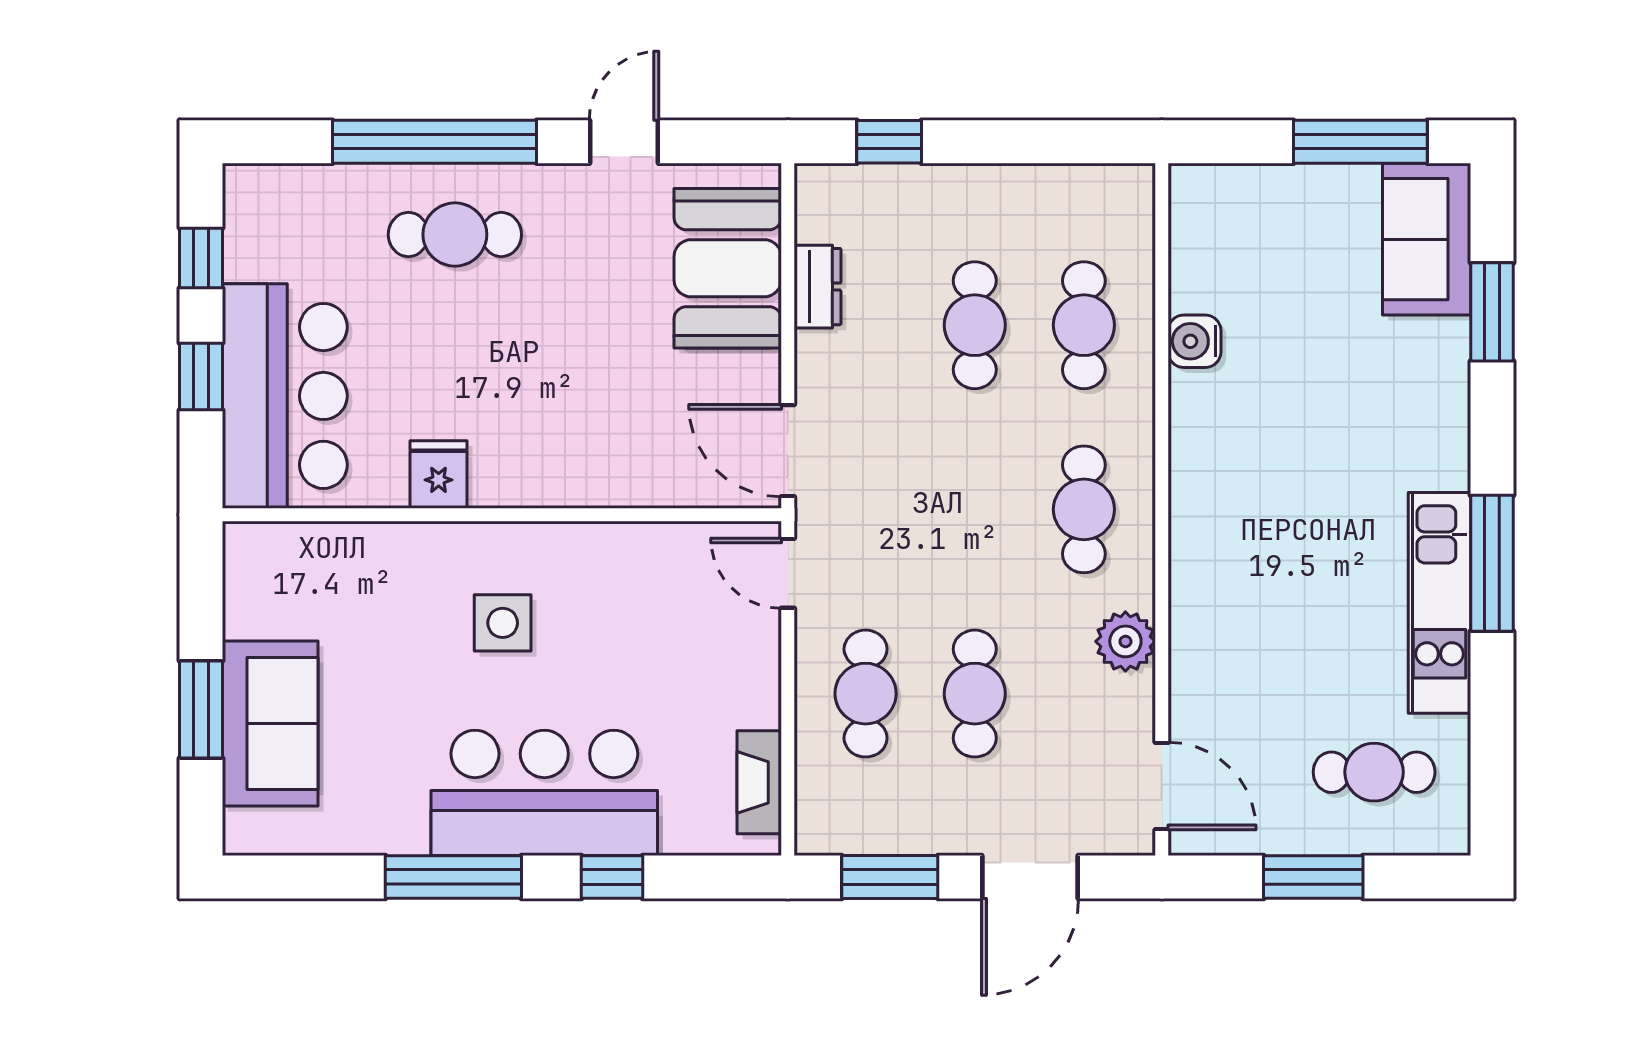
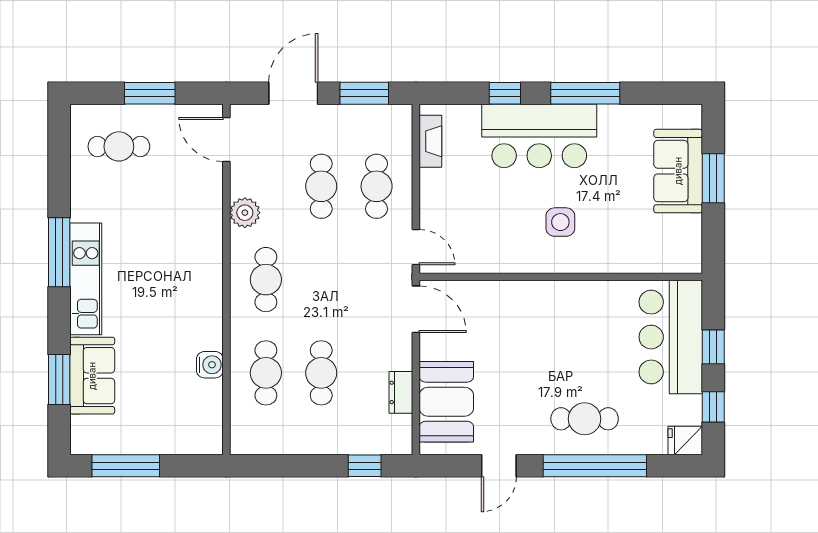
sofa: (1427, 239) -> (92, 376), moved
fridge: (439, 474) -> (685, 441), moved, turned 90
kitchen unit: (1439, 603) -> (86, 279), moved

